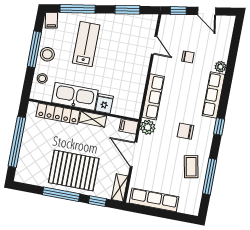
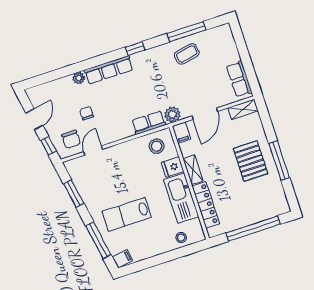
window: (34, 49) -> (158, 260), removed
stool: (47, 54) -> (157, 146), moved
row of seats: (153, 97) -> (149, 123), width x0.68
chair: (185, 131) -> (71, 139), moved
pallet: (74, 170) -> (251, 161), width x0.73, depth x0.71
row of seats: (154, 200) -> (239, 79), width x0.68
window: (97, 201) -> (267, 123), removed

